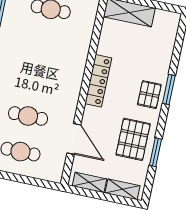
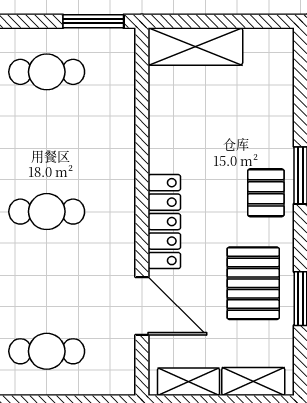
locker: (98, 81) -> (164, 222), moved
cafe table: (28, 116) -> (47, 212), moved

